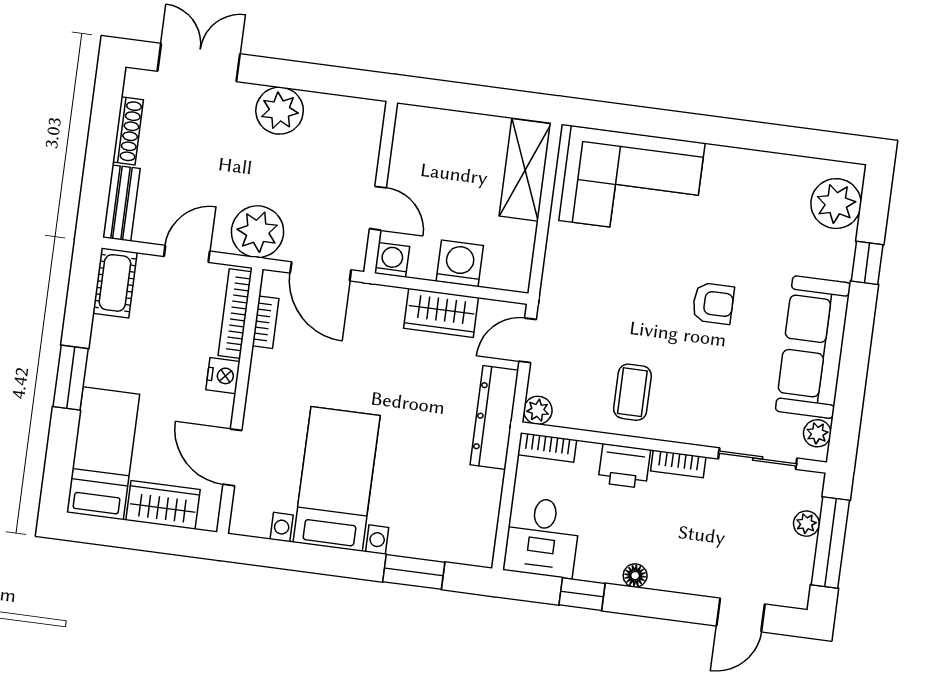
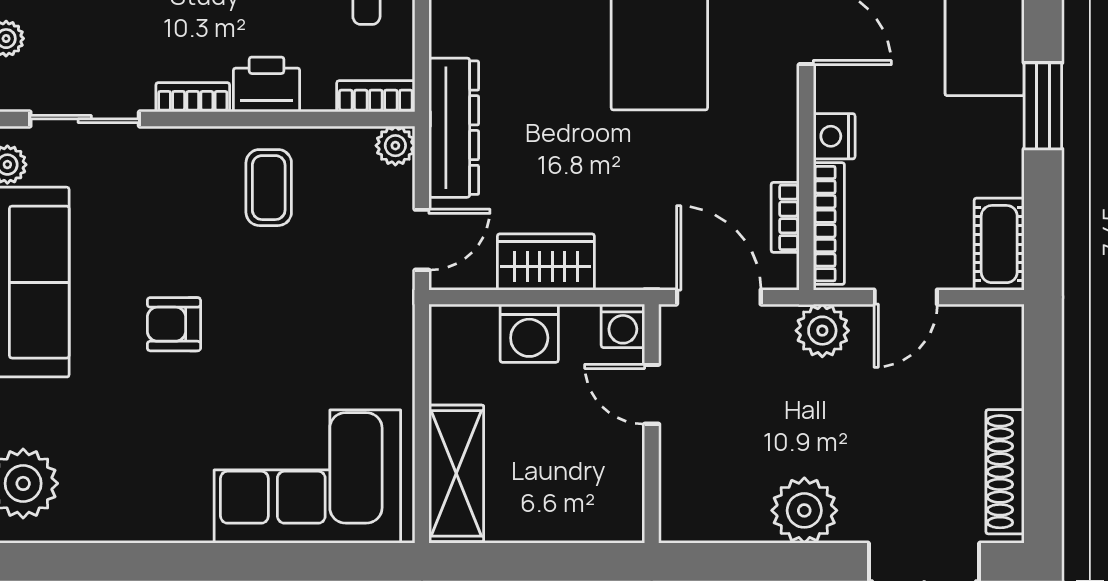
shoe rack: (128, 131) -> (1005, 472), width x1.36, depth x1.24
bench: (121, 203) -> (1005, 355), removed
plant: (257, 232) -> (822, 331), width x0.73, depth x0.73

